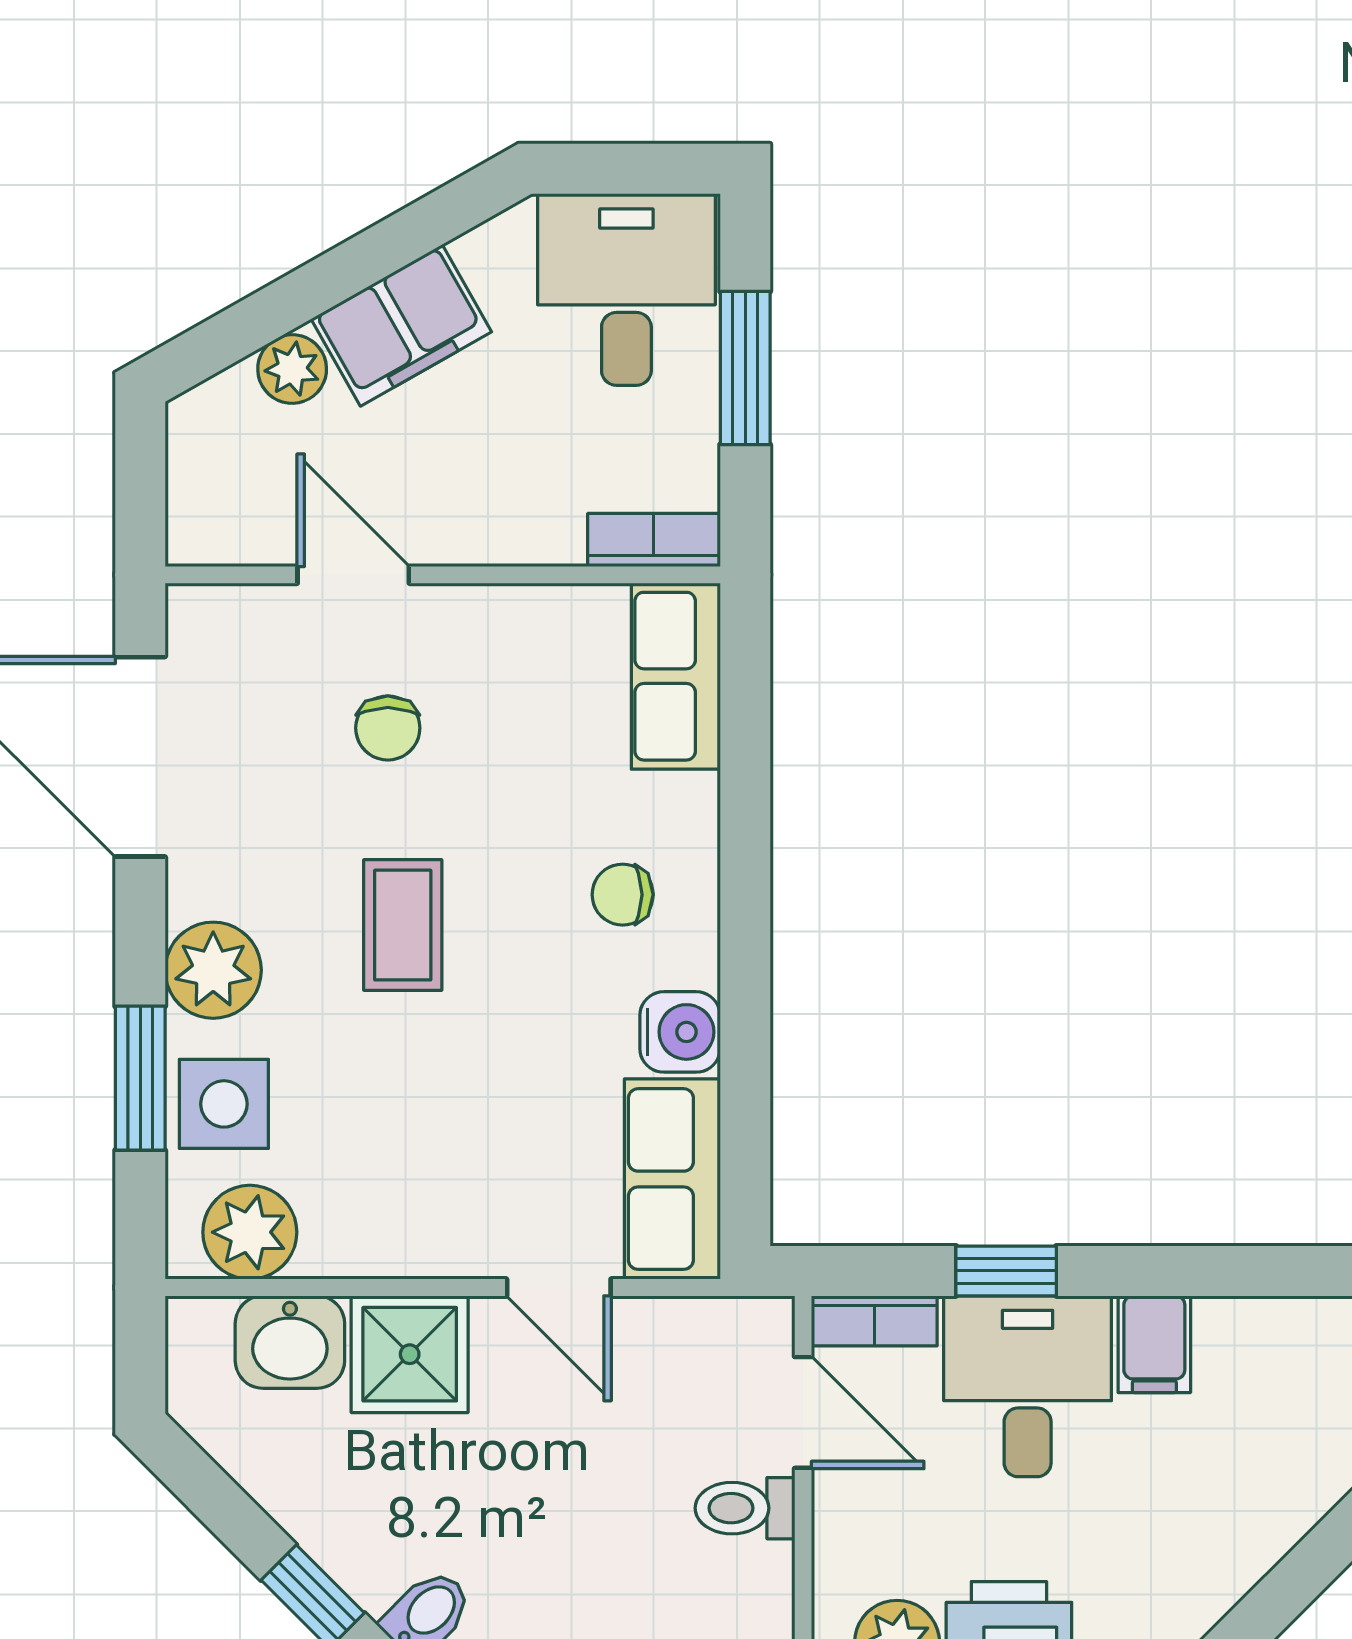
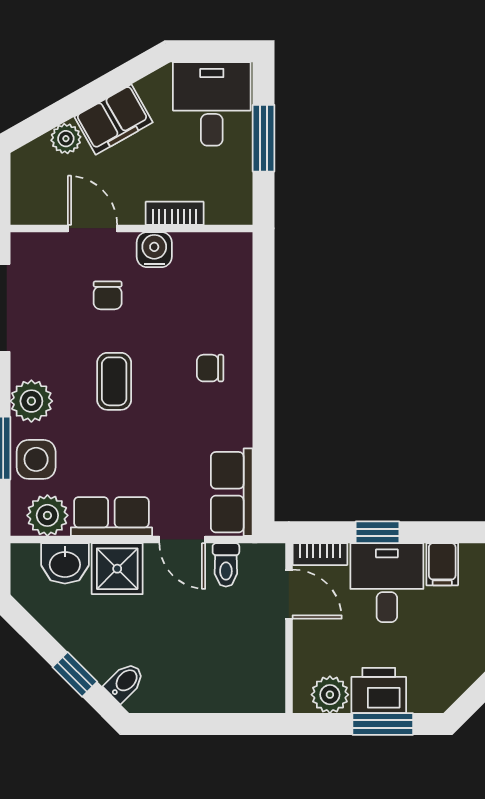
bookcase: (654, 540) -> (175, 213), moved
row of seats: (676, 676) -> (111, 516), moved, turned 90
water cooler: (680, 1032) -> (154, 250), moved, turned -90
toilet: (745, 1508) -> (226, 565), moved, turned -90

